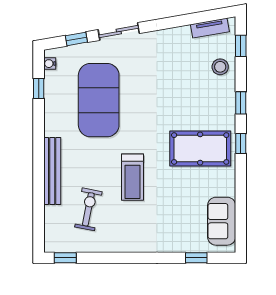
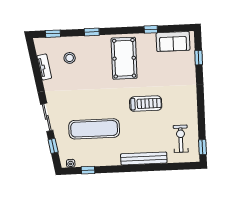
tv unit: (210, 28) -> (44, 67), moved
stool: (220, 67) -> (70, 58), moved
exercise mat: (99, 100) -> (94, 129), width x0.68
window: (241, 143) -> (151, 29), moved
exercise bike: (88, 209) -> (181, 139), moved, turned 79

